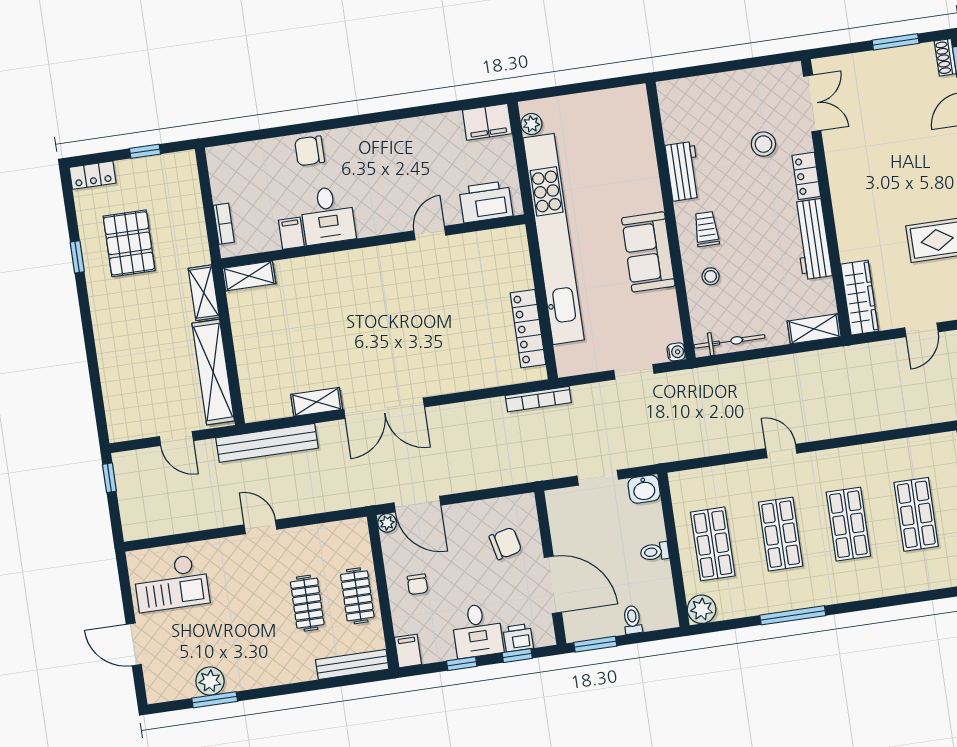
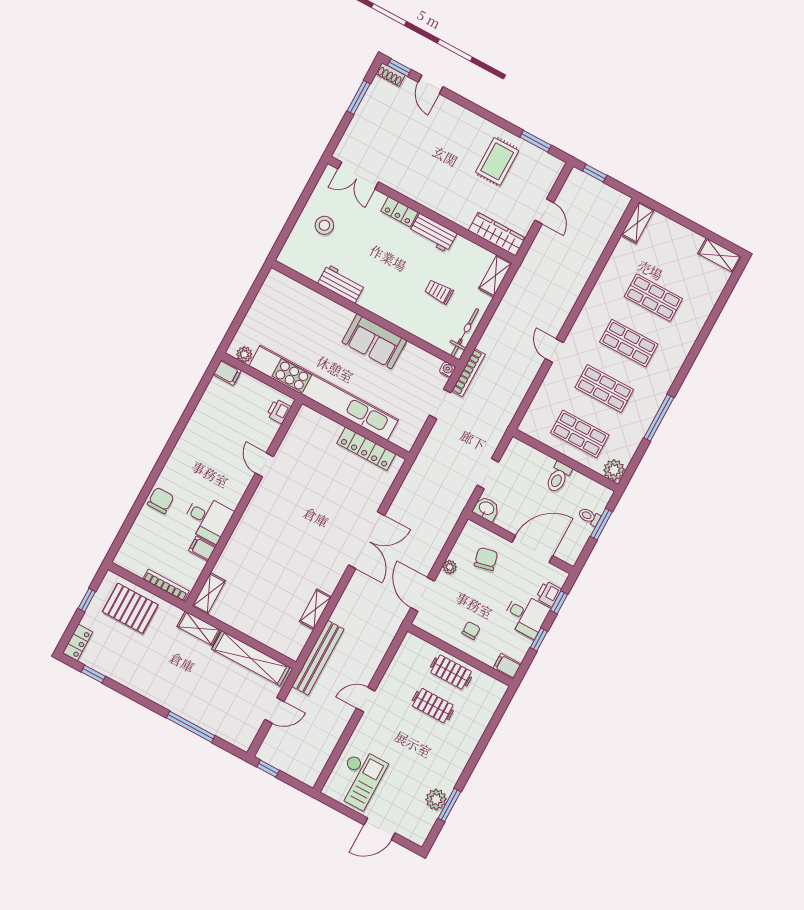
double door: (812, 103) -> (358, 175), swing flipped
filing cabinet: (487, 122) -> (227, 372), width x0.50
stool: (763, 144) -> (324, 225), moved
chair: (310, 151) -> (161, 500), turned 180
printer: (486, 202) -> (279, 411), width x0.53, depth x0.68
bookcase: (224, 224) -> (166, 585), width x1.56
trolley: (706, 229) -> (439, 292), moved
workbench: (812, 239) -> (433, 233), width x0.73
pallet: (129, 243) -> (130, 608), moved
window: (77, 257) -> (93, 674), moved
stool: (711, 276) -> (417, 315), removed
window: (93, 362) -> (191, 727), added
bookcase: (538, 399) -> (468, 373), moved
double door: (384, 408) -> (367, 540), moved
door: (781, 451) -> (554, 351), hinge flipped
washbasin: (644, 489) -> (486, 509), moved, turned -90
door: (417, 504) -> (423, 594), swing flipped
plant: (387, 523) -> (450, 567), moved
toilet: (655, 552) -> (558, 477), width x1.37, depth x1.39
chair: (417, 584) -> (471, 630), turned -90
window: (595, 644) -> (601, 524), moved
bench: (352, 664) -> (490, 706), removed

